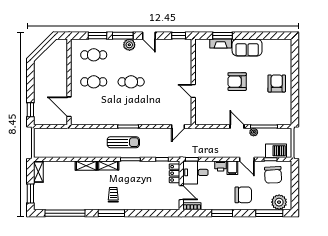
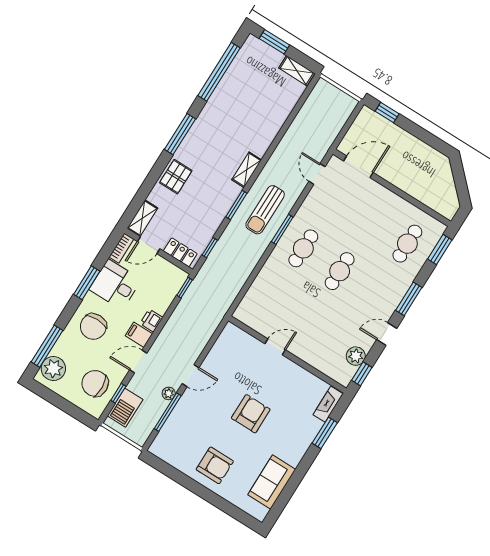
window: (97, 36) -> (440, 249), moved
fireplace: (221, 43) -> (328, 404), moved
plant: (129, 45) -> (356, 356), moved
sofa: (247, 47) -> (272, 482), moved
cafe table: (94, 82) -> (303, 248), moved
door: (178, 126) -> (317, 174), moved
shelving: (86, 166) -> (142, 218), moved
desk: (195, 172) -> (115, 285), moved, turned -90
trolley: (113, 195) -> (203, 152), removed
pallet: (136, 201) -> (176, 177), added

